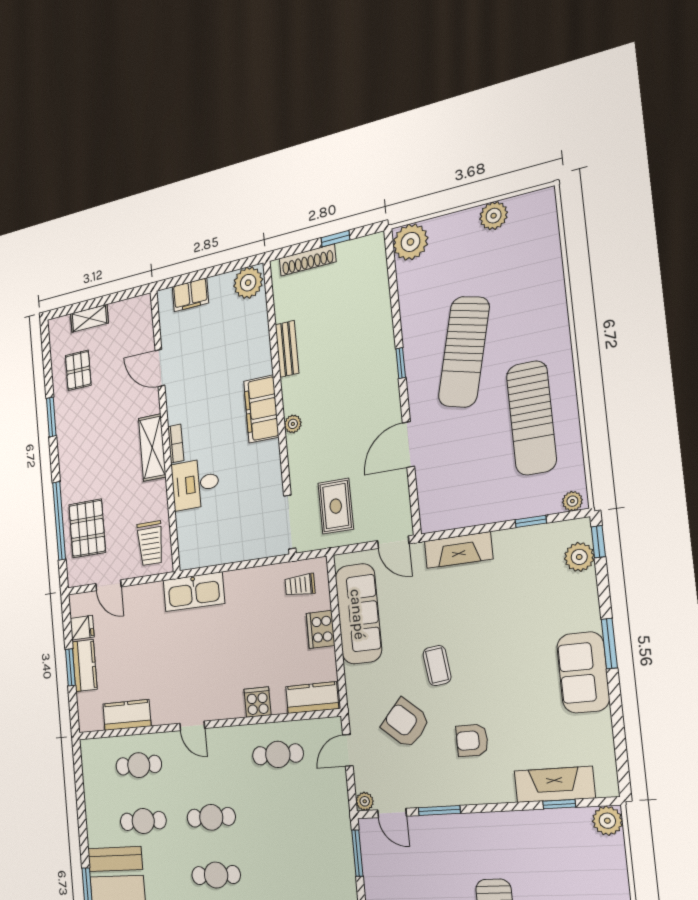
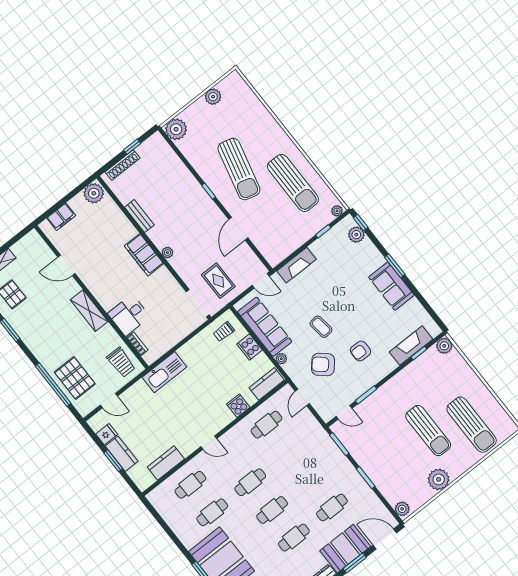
bookcase: (176, 444) -> (137, 344), moved
plant: (365, 801) -> (281, 359), moved

